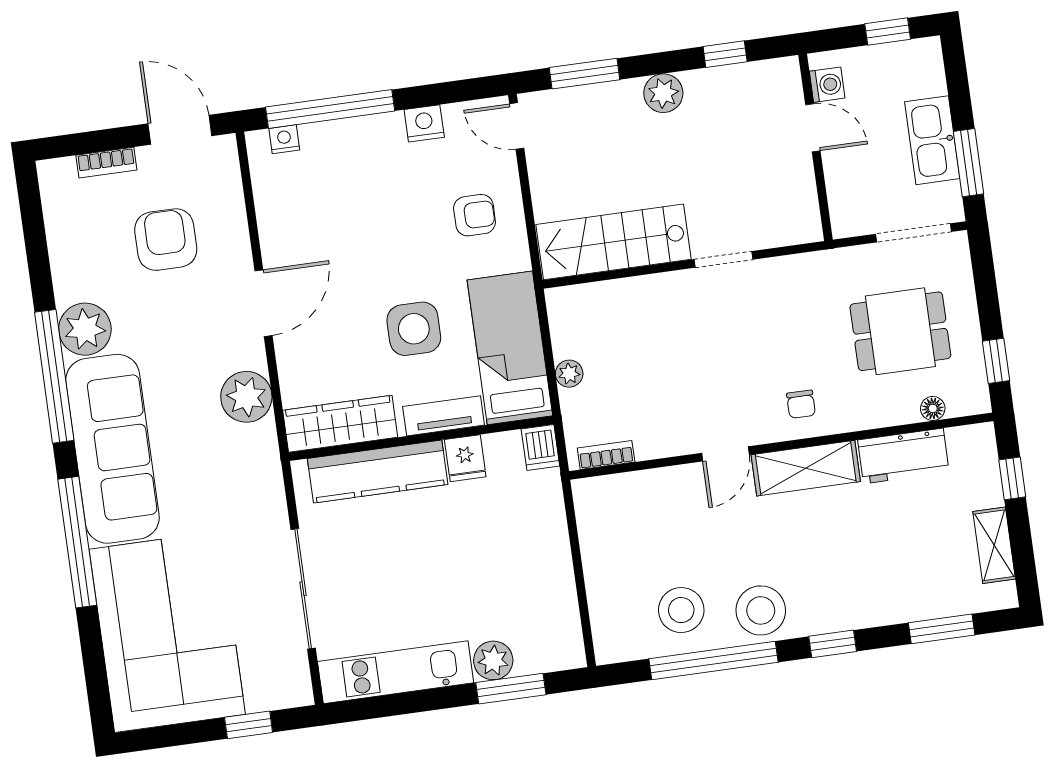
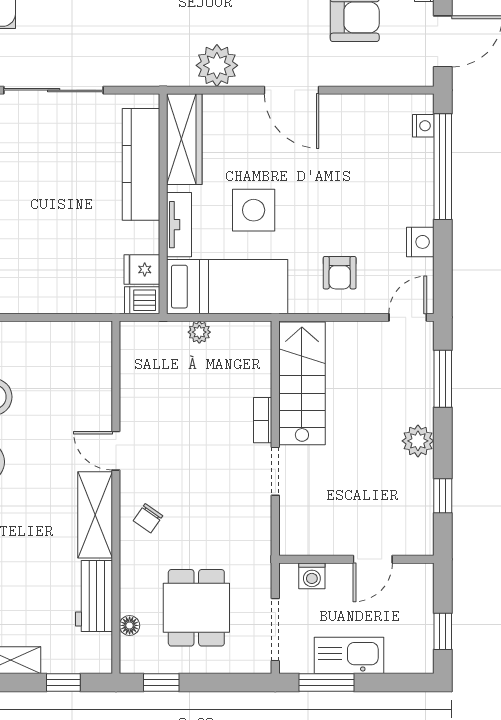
washing machine: (827, 85) -> (312, 576), moved
chair: (801, 404) -> (148, 518), turned -55
bookcase: (606, 455) -> (263, 420), moved, turned 180
fridge: (465, 458) -> (142, 269), moved

